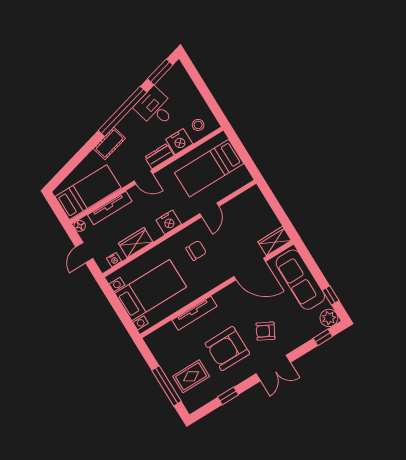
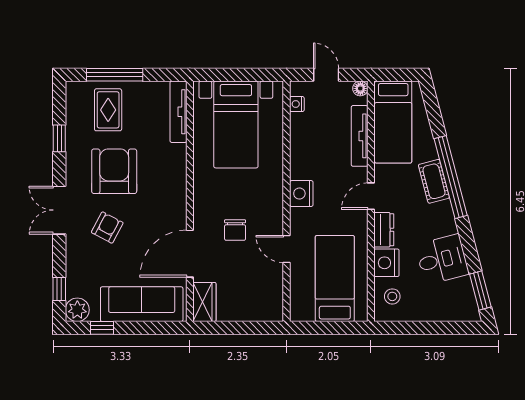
window: (122, 111) -> (451, 177), moved
wardrobe: (136, 243) -> (301, 141), removed
chair: (196, 250) -> (235, 230), moved
tv unit: (194, 313) -> (178, 112), moved

